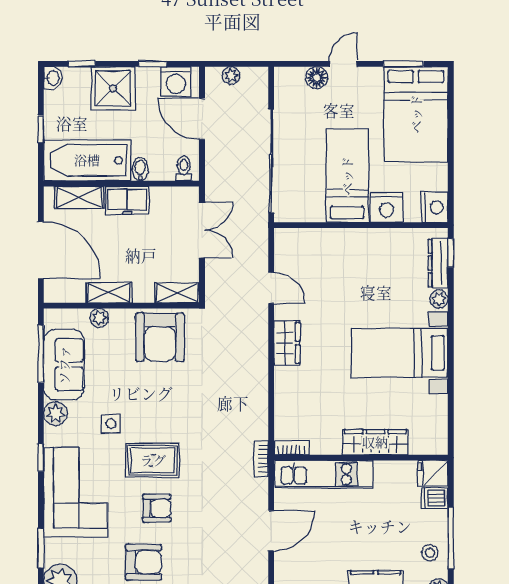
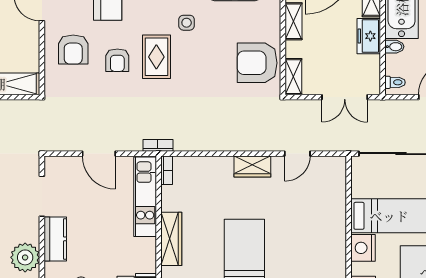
plant: (99, 318) -> (273, 13), removed

